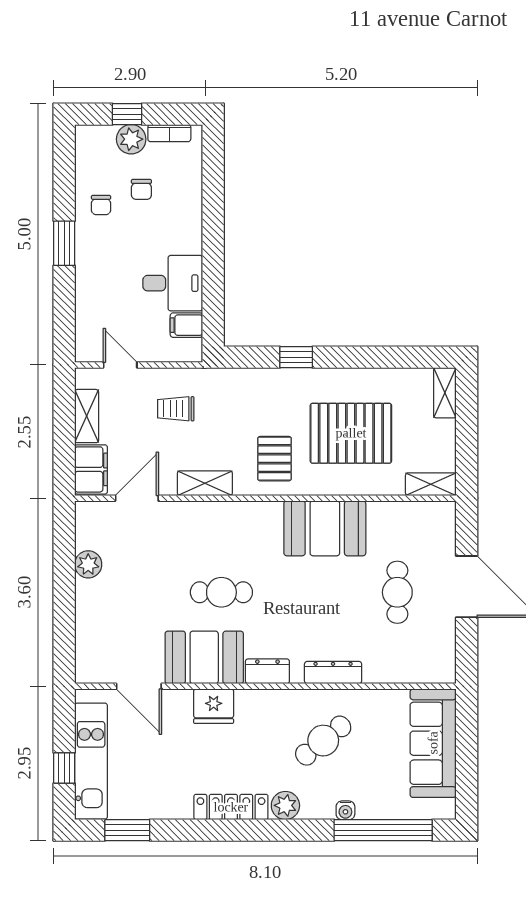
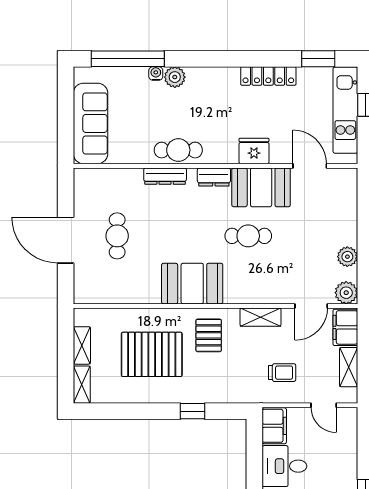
filing cabinet: (186, 325) -> (274, 426), width x2.00
shelving: (431, 484) -> (82, 345), moved, turned 90
plant: (90, 516) -> (346, 293), added
booth: (325, 528) -> (192, 284), moved
cafe table: (323, 741) -> (178, 150), moved, turned 39
plant: (285, 805) -> (175, 77), moved
locker: (231, 807) -> (268, 76), moved

